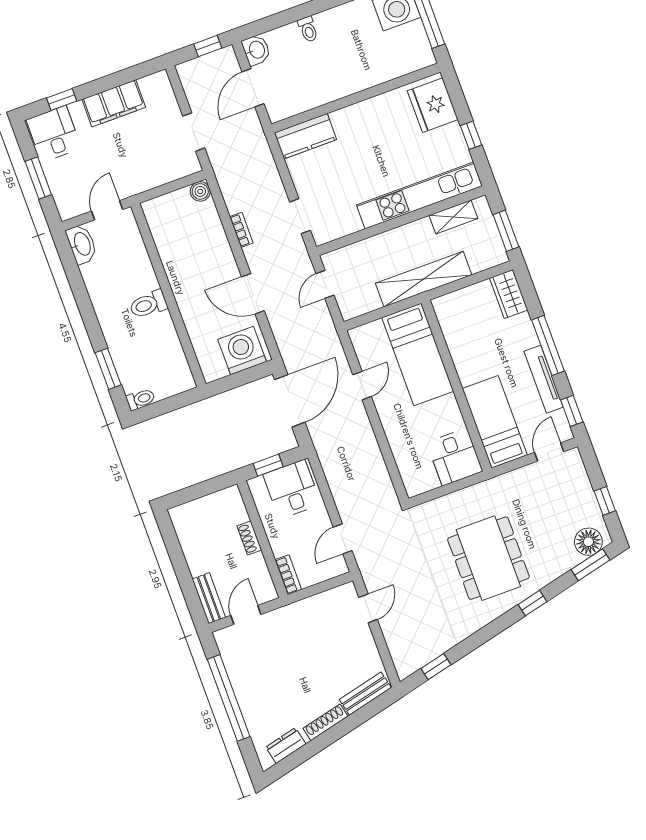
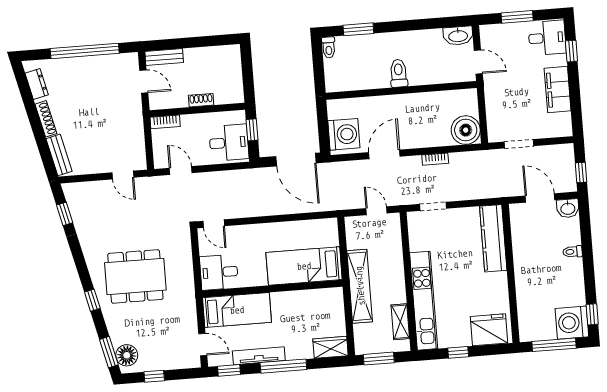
kitchen counter: (305, 136) -> (493, 238), width x1.50
boiler: (200, 191) -> (466, 130), width x1.86, depth x1.86
door: (362, 386) -> (214, 224), moved

